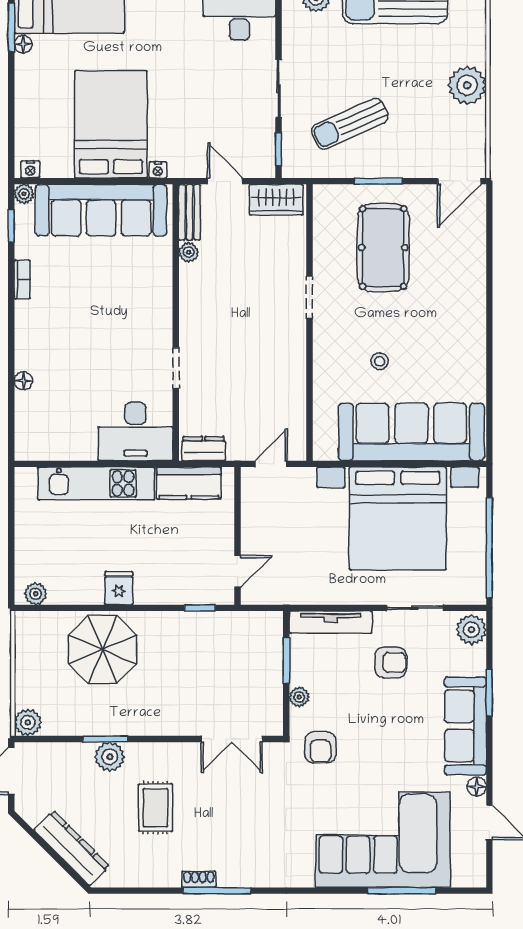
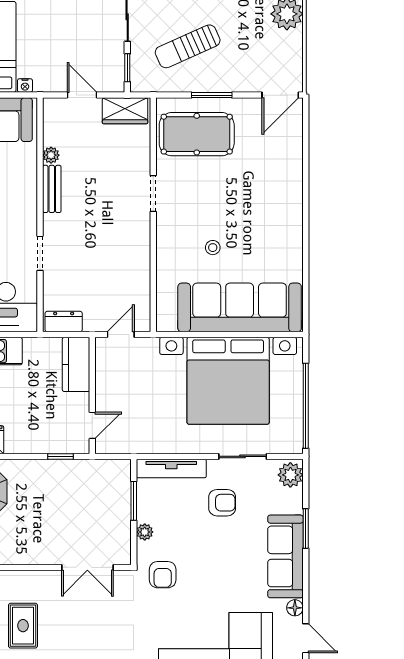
bench: (190, 212) -> (52, 189), moved
pool table: (383, 247) -> (197, 134), moved, turned 90
kitchen counter: (189, 483) -> (76, 364), moved, turned 90

